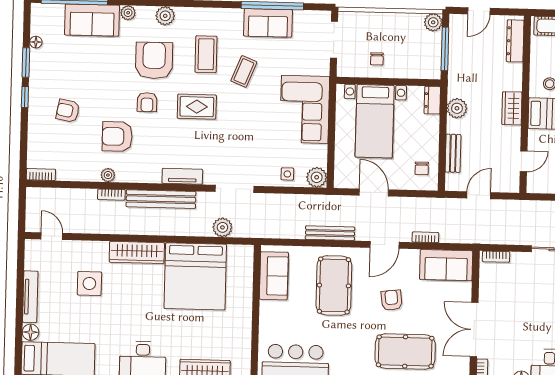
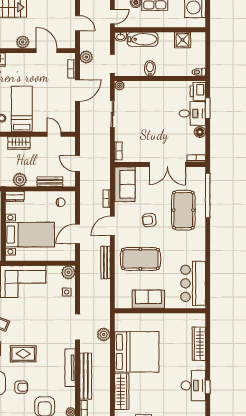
rug: (197, 107) -> (23, 354), turned 90
tv unit: (182, 176) -> (70, 368), width x1.41
door: (385, 245) -> (112, 226), swing flipped
sofa: (274, 276) -> (148, 299), moved

